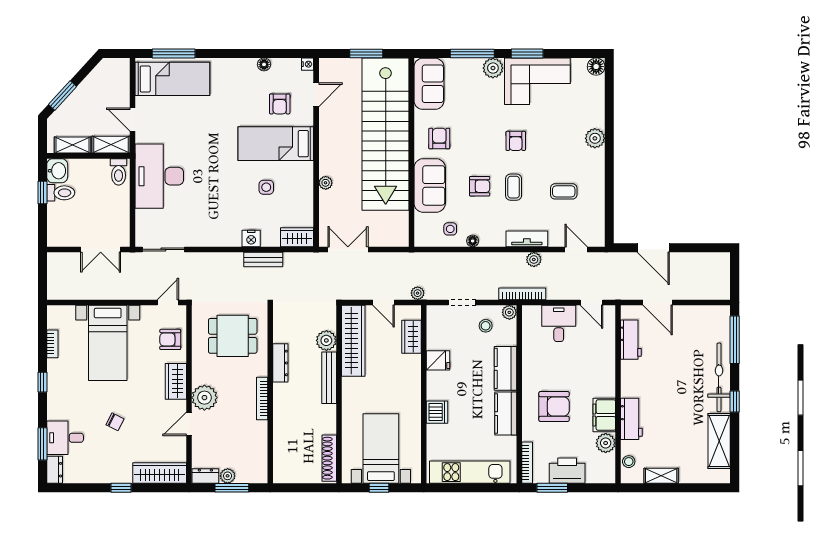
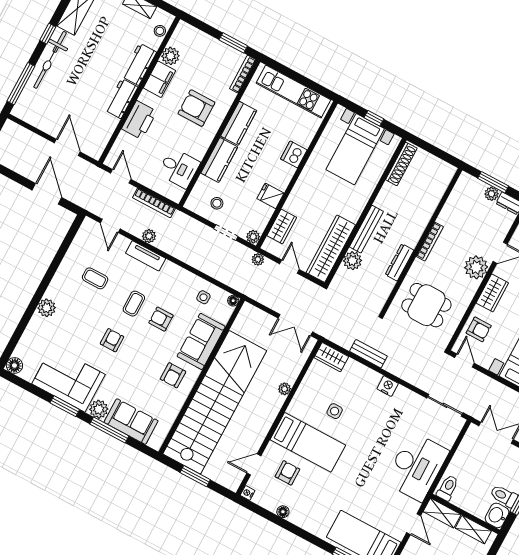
sofa: (429, 84) -> (131, 422), moved, turned 90
nightstand: (251, 238) -> (388, 386), moved
floor lamp: (473, 241) -> (233, 301), moved
bookcase: (522, 294) -> (154, 203), moved
door: (168, 302) -> (464, 360), swing flipped
plant: (509, 312) -> (253, 237), moved
desk: (559, 323) -> (179, 168), moved, turned -90
workbench: (631, 340) -> (121, 99), moved
printer: (567, 471) -> (139, 120), moved, turned -90

